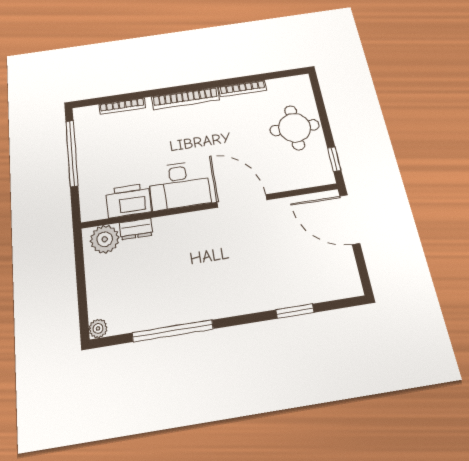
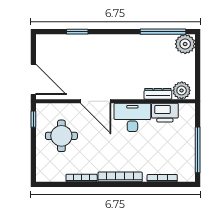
round table: (295, 128) -> (61, 136), moved
dresser: (136, 229) -> (158, 94), width x1.44
plant: (98, 329) -> (185, 44), width x1.87, depth x1.87
window: (173, 331) -> (163, 32), moved

